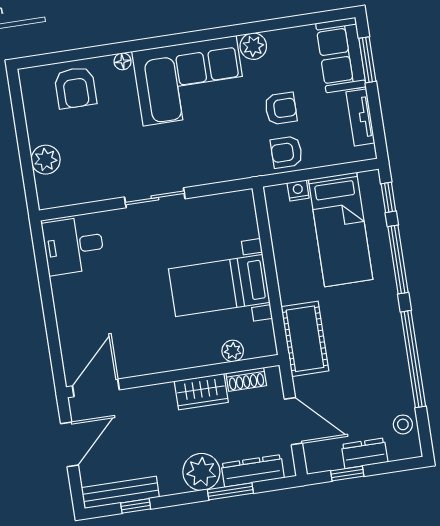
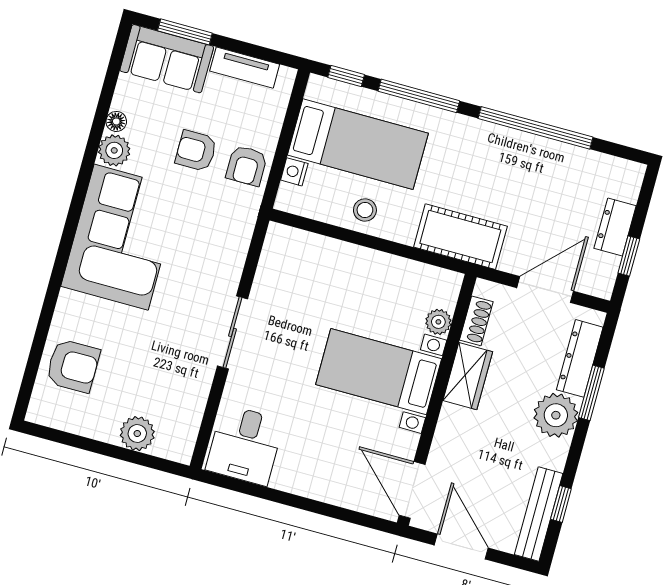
floor lamp: (123, 61) -> (116, 121), moved
armchair: (281, 109) -> (196, 151), turned -90
bed with nightstands: (219, 286) -> (379, 372), moved, turned 90
stool: (403, 424) -> (365, 210), moved

